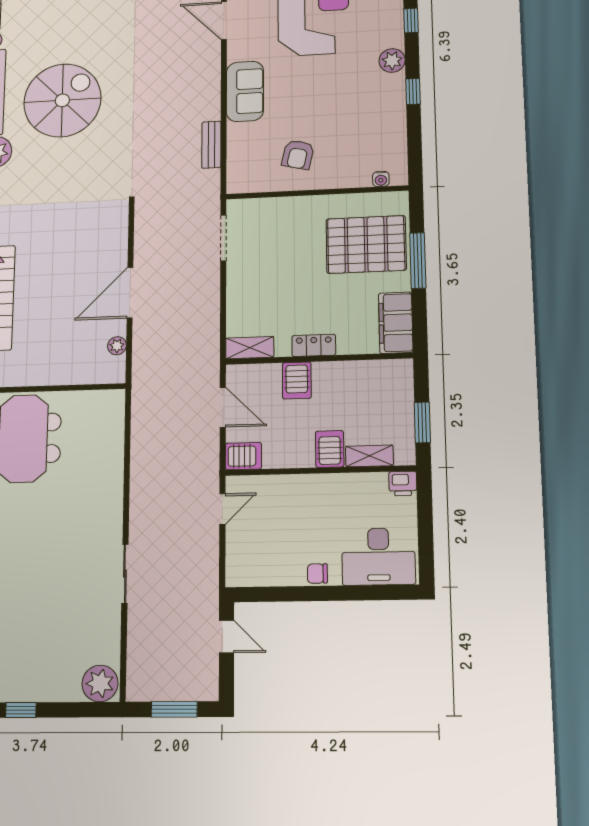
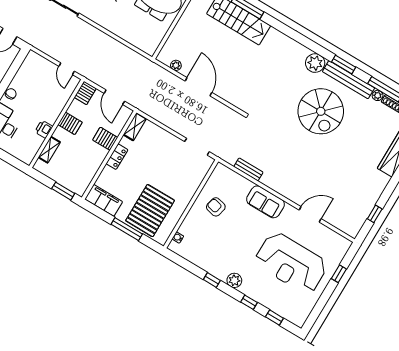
door: (223, 407) -> (114, 97), hinge flipped
window: (422, 422) -> (63, 191), moved
server rack: (330, 449) -> (70, 123), moved
printer: (403, 484) -> (44, 129), moved

